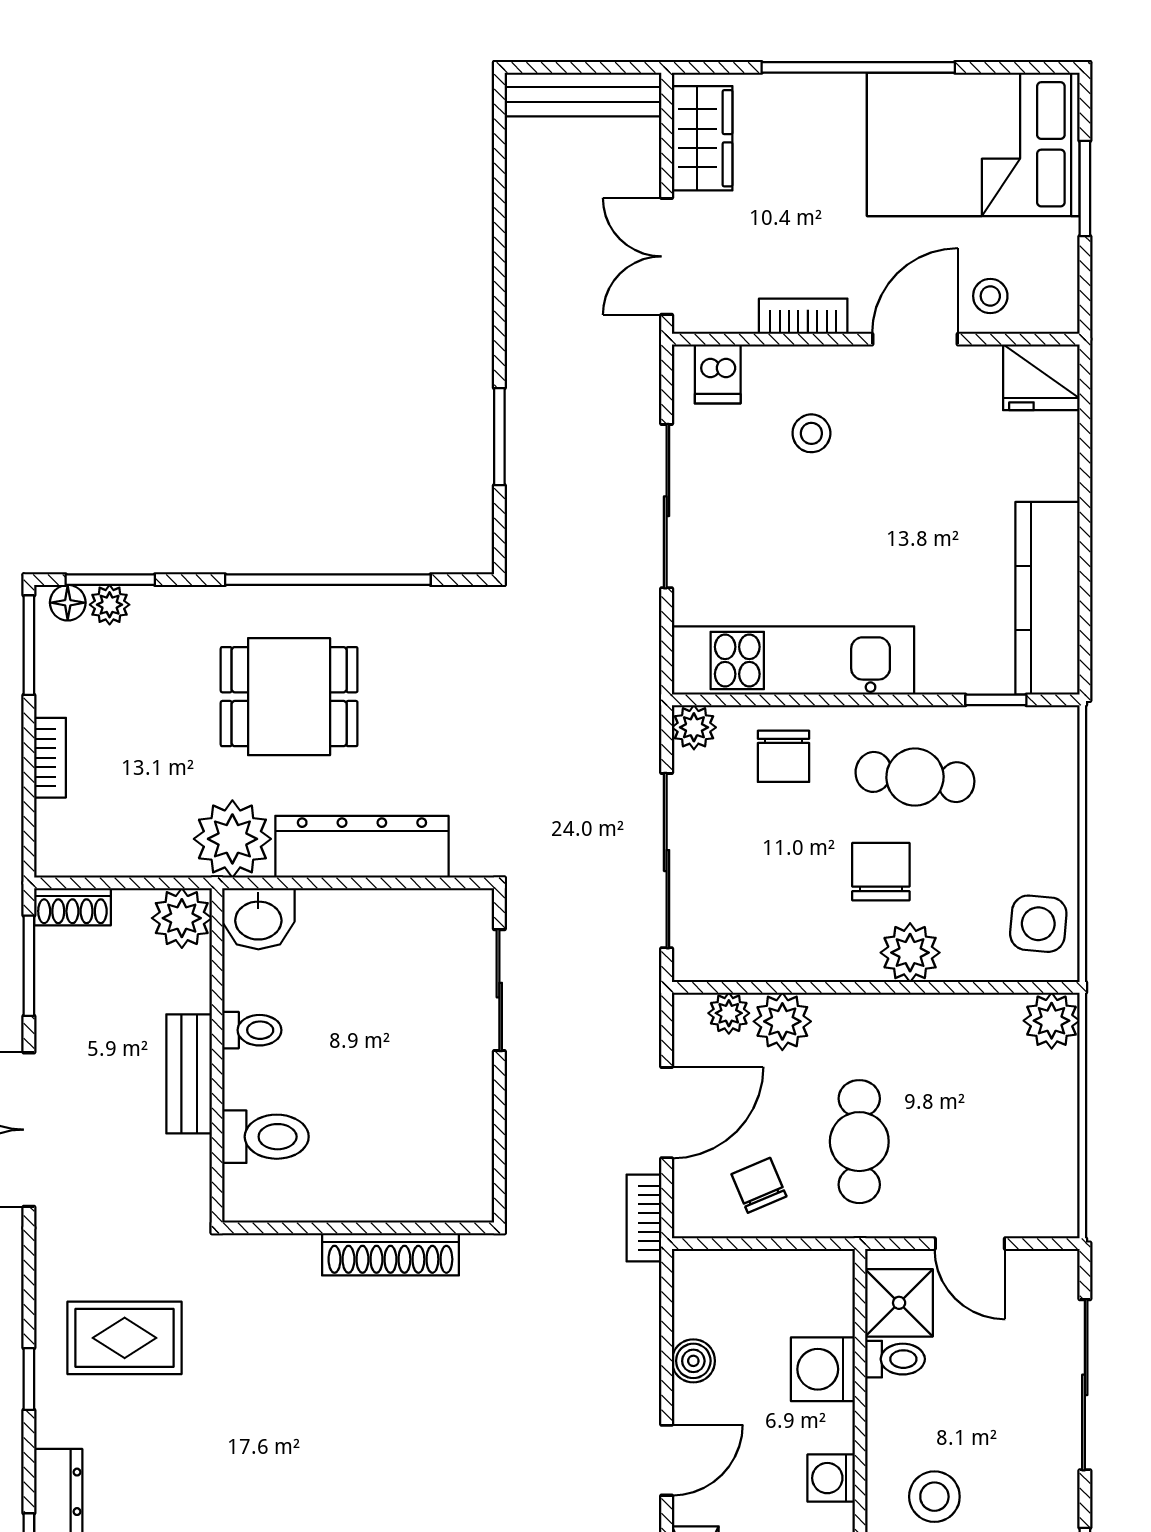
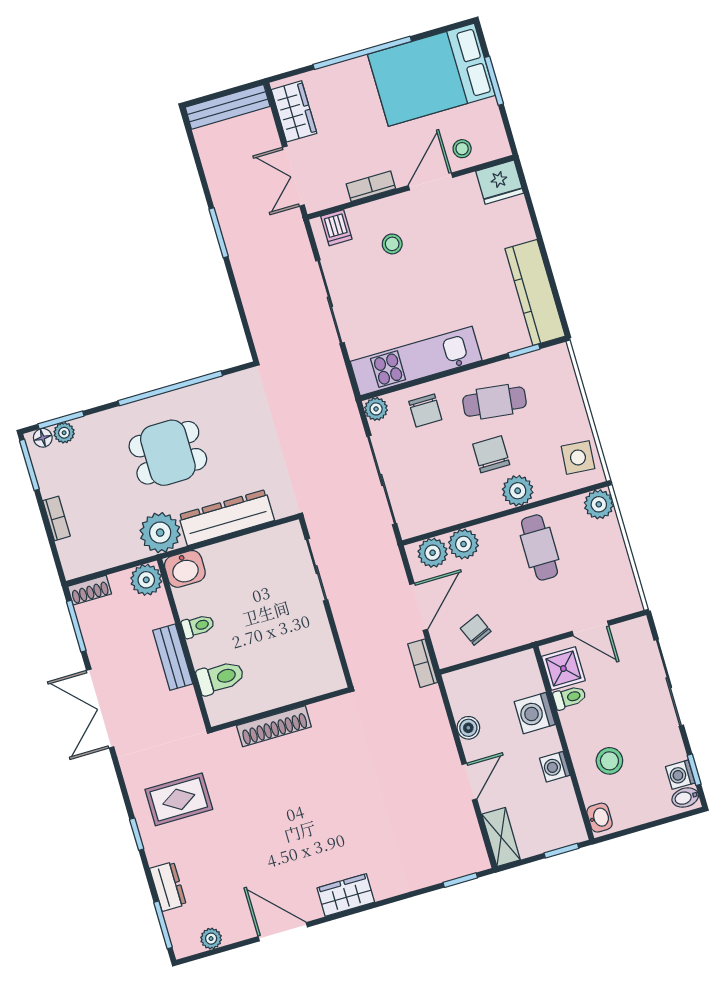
window: (499, 437) -> (219, 233), moved
plant: (729, 1013) -> (433, 553), width x1.38, depth x1.38
cafe table: (859, 1142) -> (539, 547), moved
shoe rack: (390, 1254) -> (274, 726), moved

